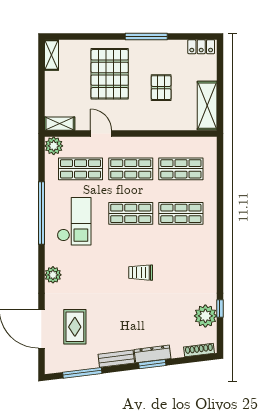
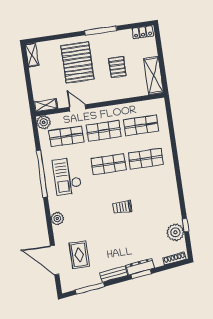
checkout: (74, 221) -> (67, 176), turned 180

